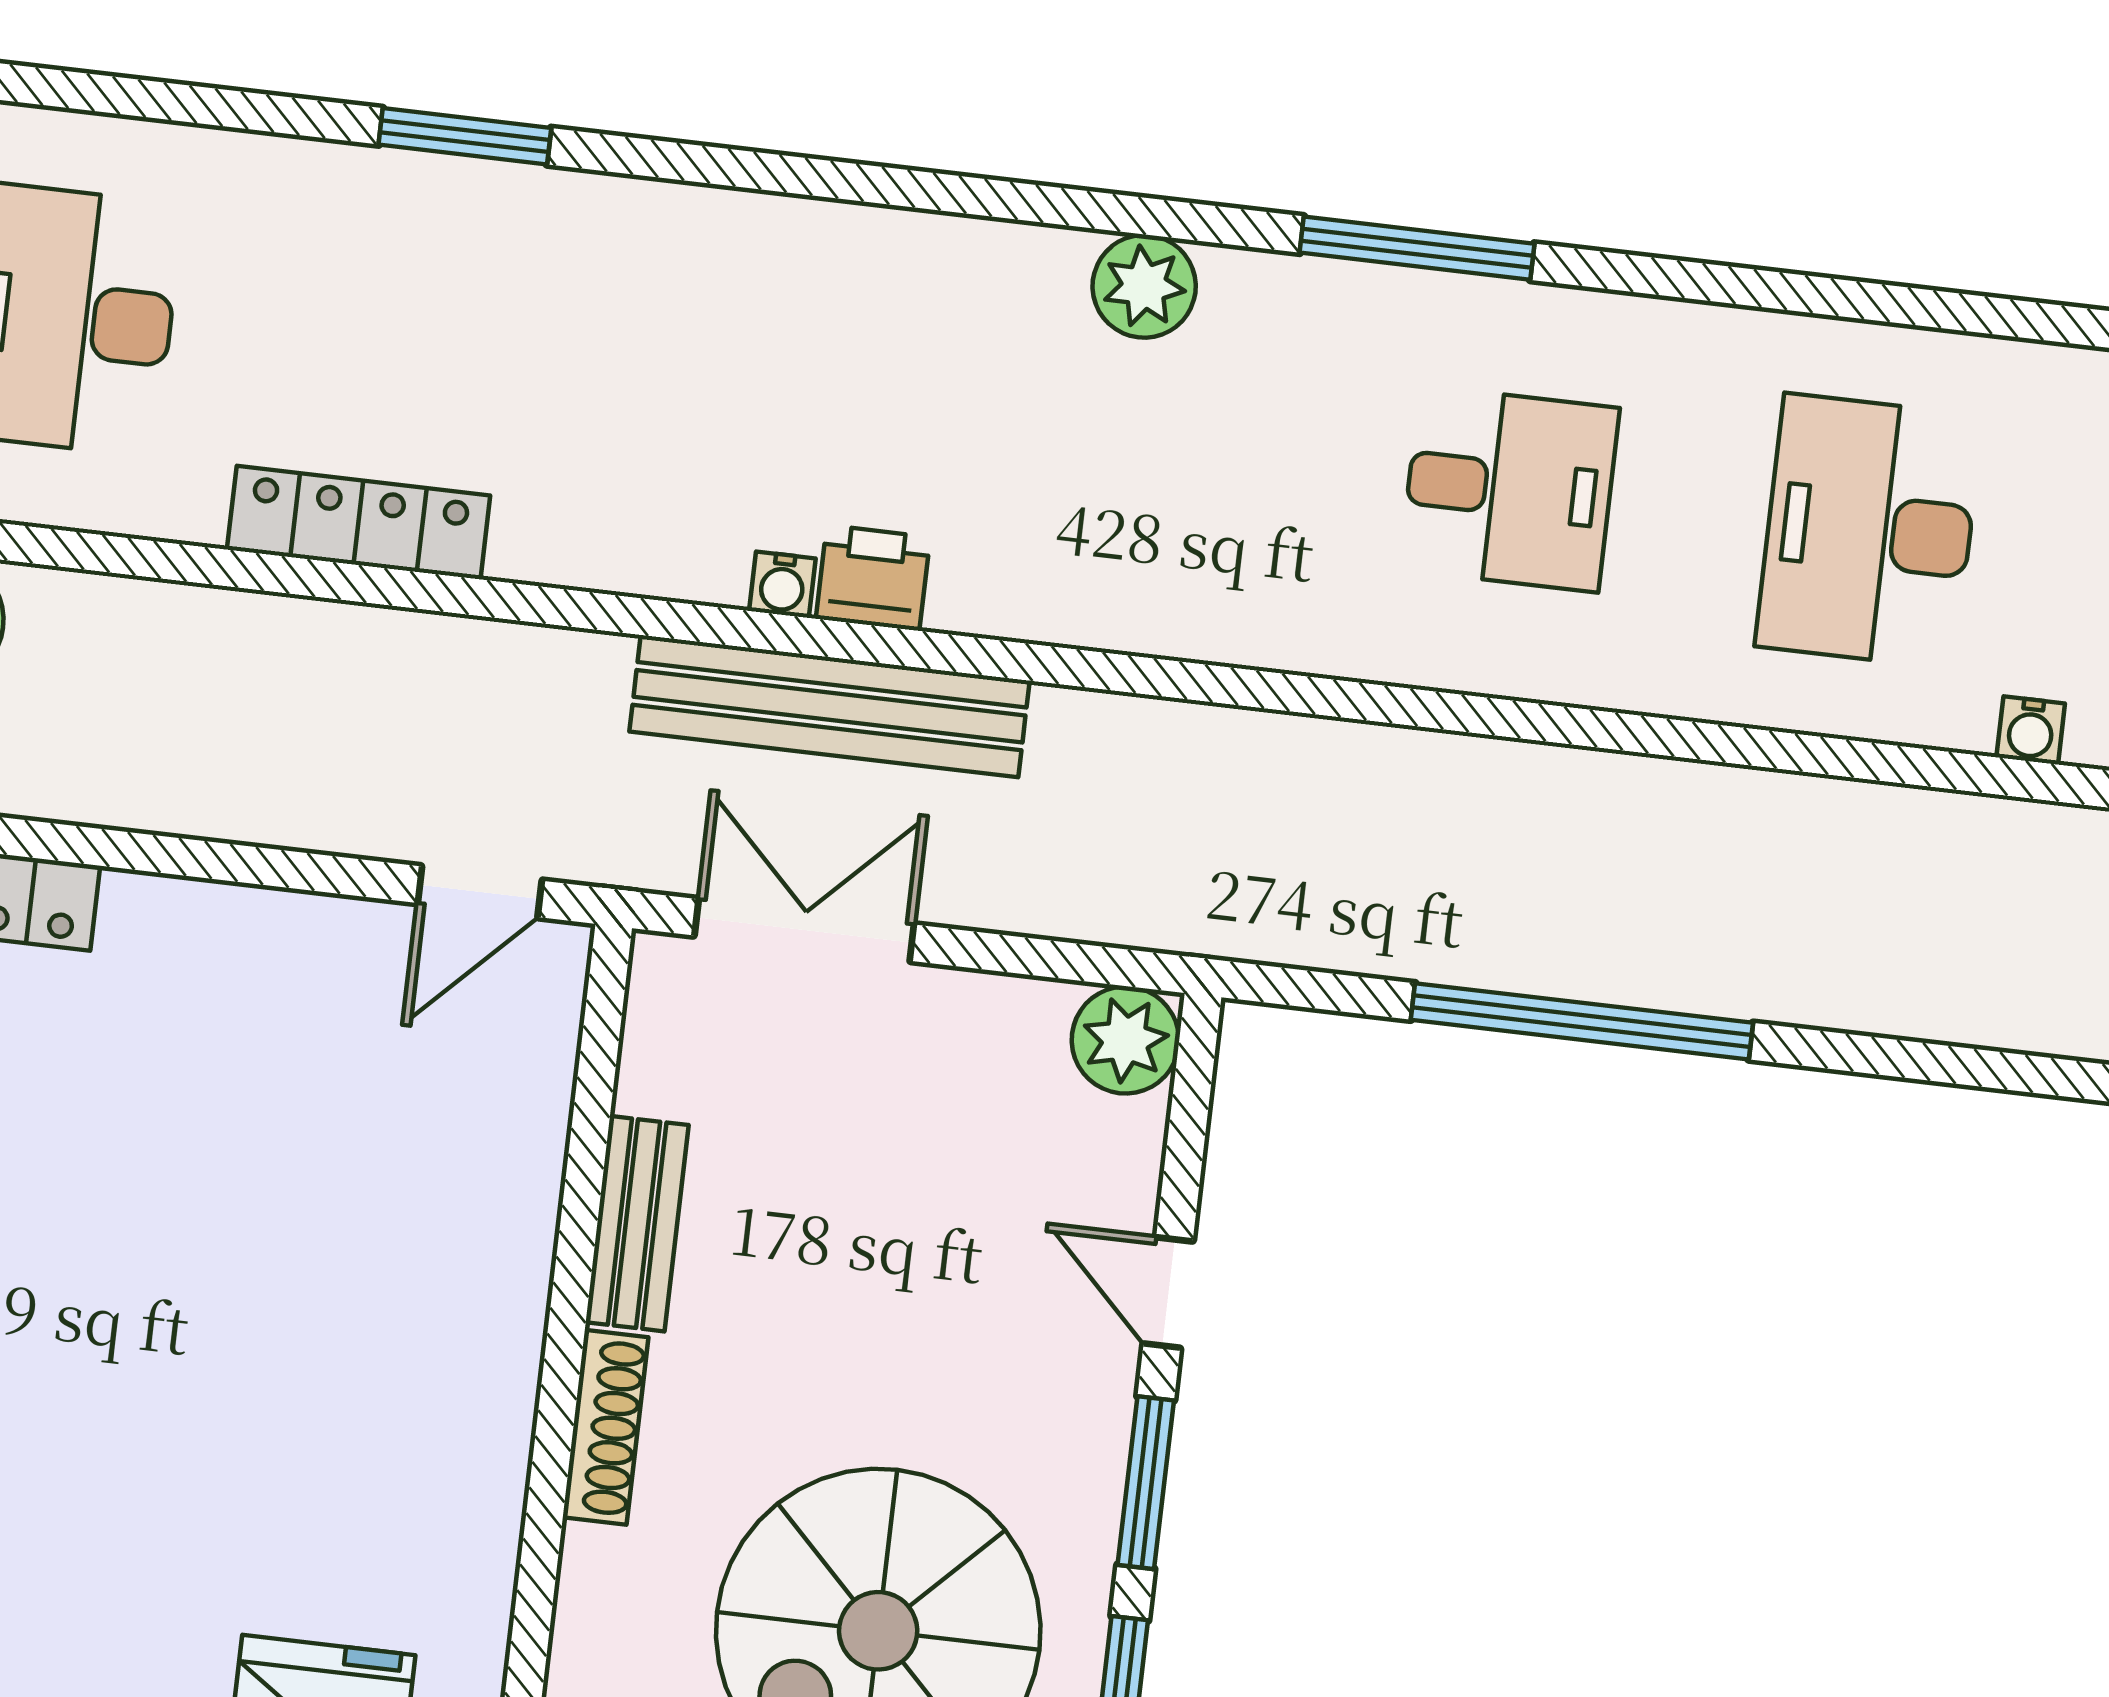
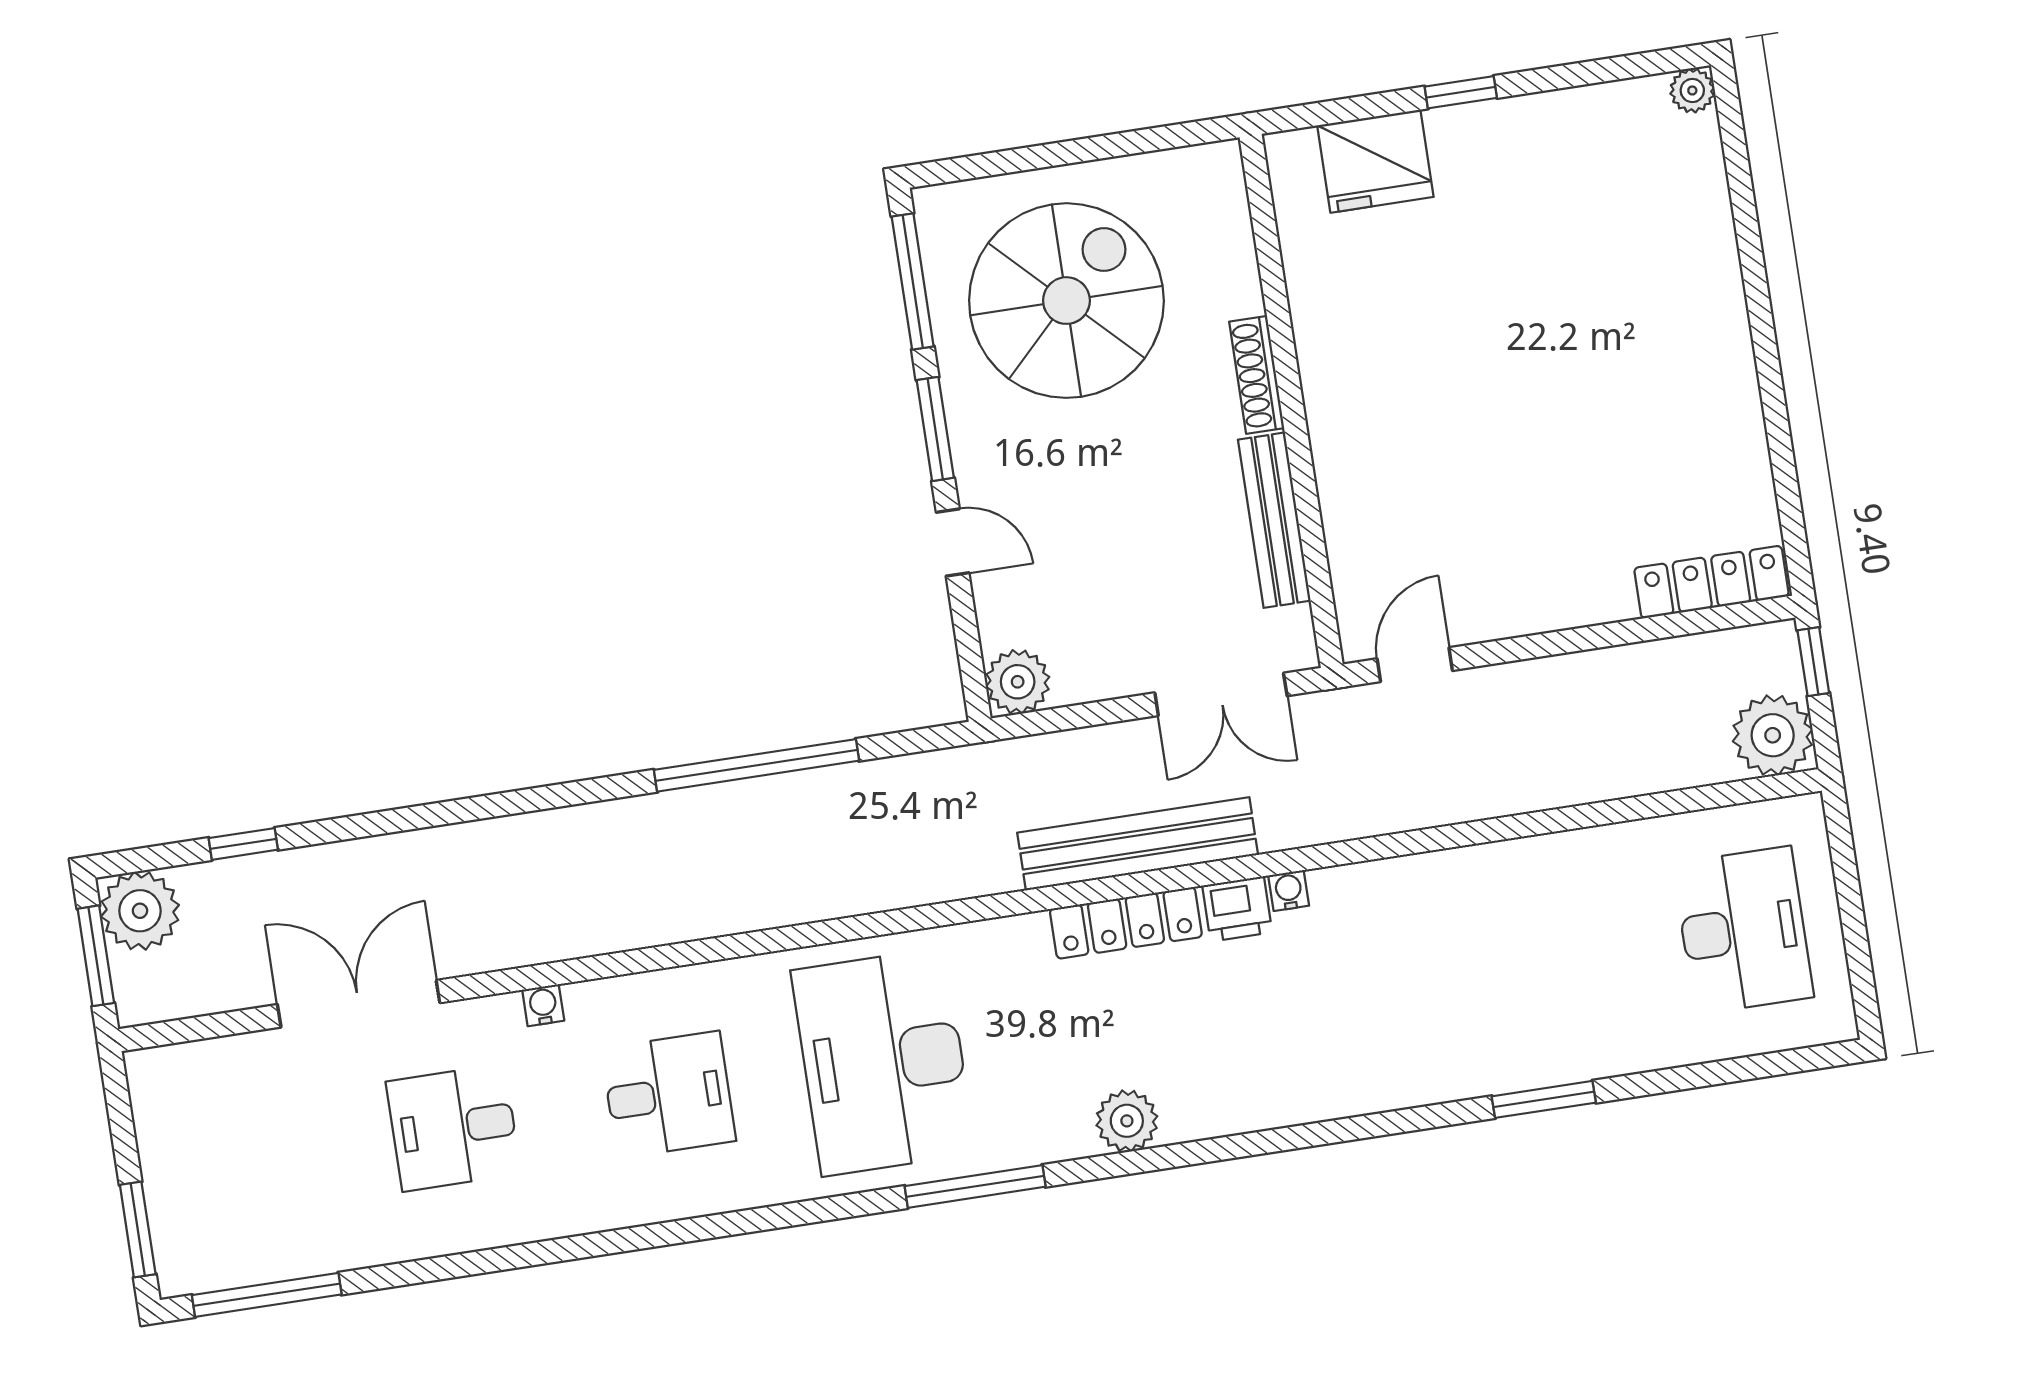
desk: (1509, 489) -> (883, 1062), width x1.87, depth x1.30
locker: (359, 523) -> (1126, 923), moved
desk: (1869, 531) -> (668, 1095), width x0.73
bench: (830, 706) -> (1138, 844), moved
bench: (637, 1224) -> (1274, 520), width x1.36

